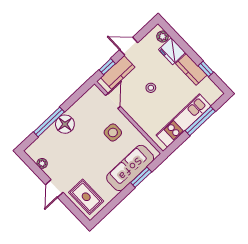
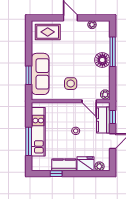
plant: (93, 92) -> (105, 94), added

